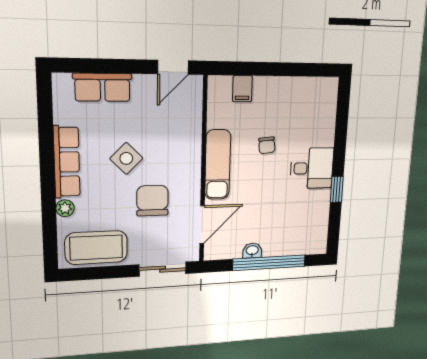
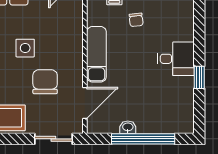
chair: (267, 145) -> (136, 20), moved
side table: (126, 158) -> (25, 48), turned 45

